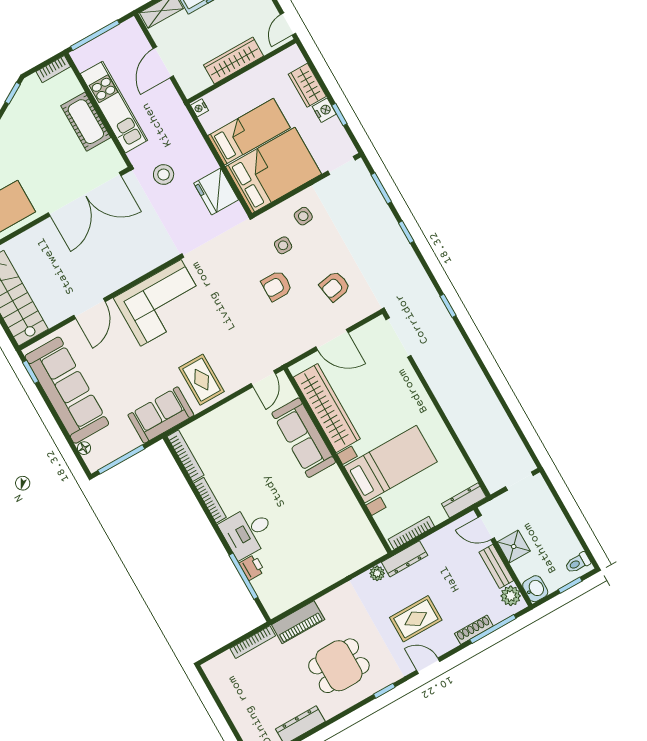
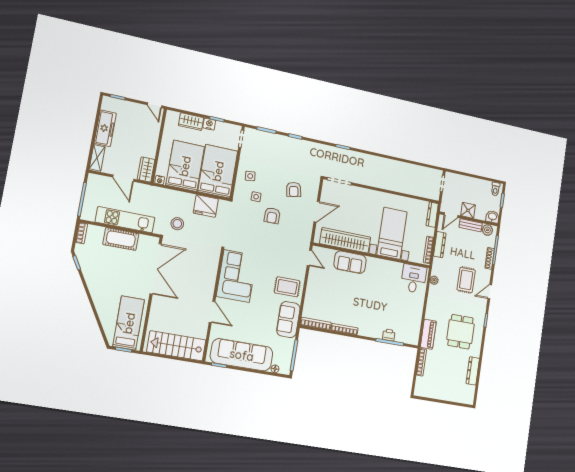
wardrobe: (234, 61) -> (146, 169), moved, width x0.67
bed: (249, 132) -> (185, 166), width x1.50
sofa: (304, 438) -> (350, 262), width x0.73
desk: (247, 532) -> (414, 279), moved, turned 180
dresser: (405, 559) -> (440, 245), moved

